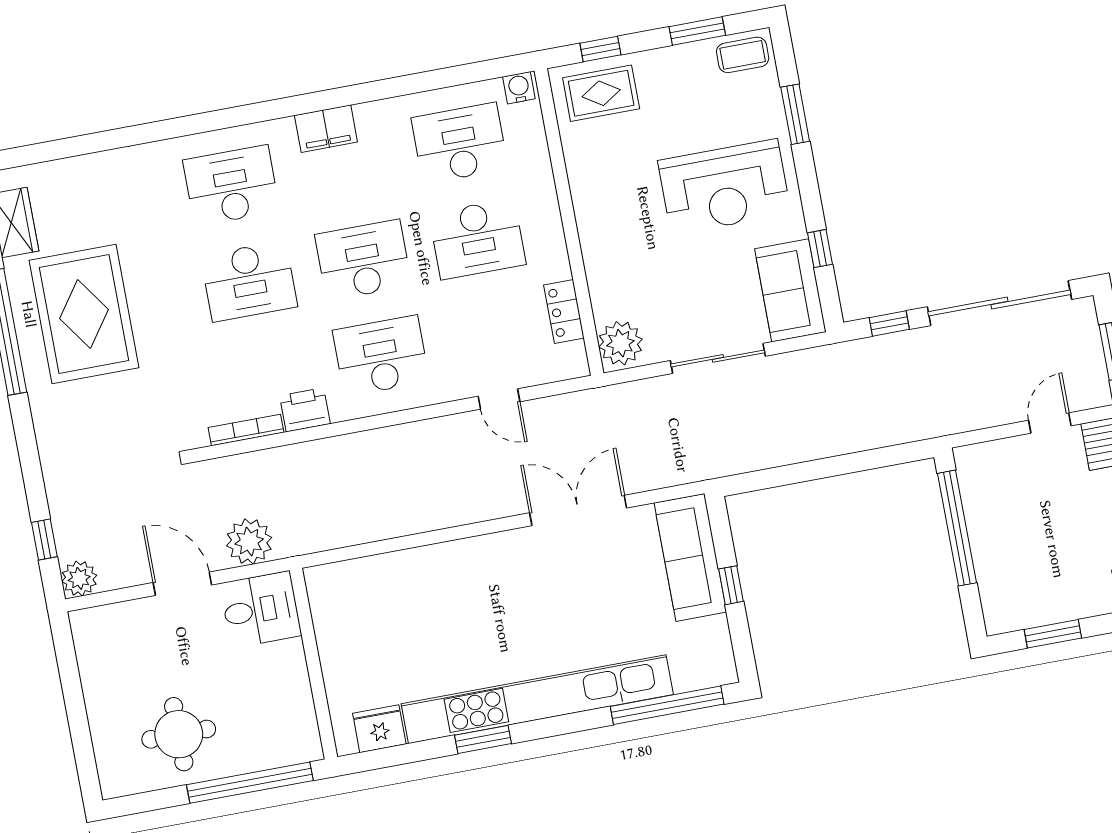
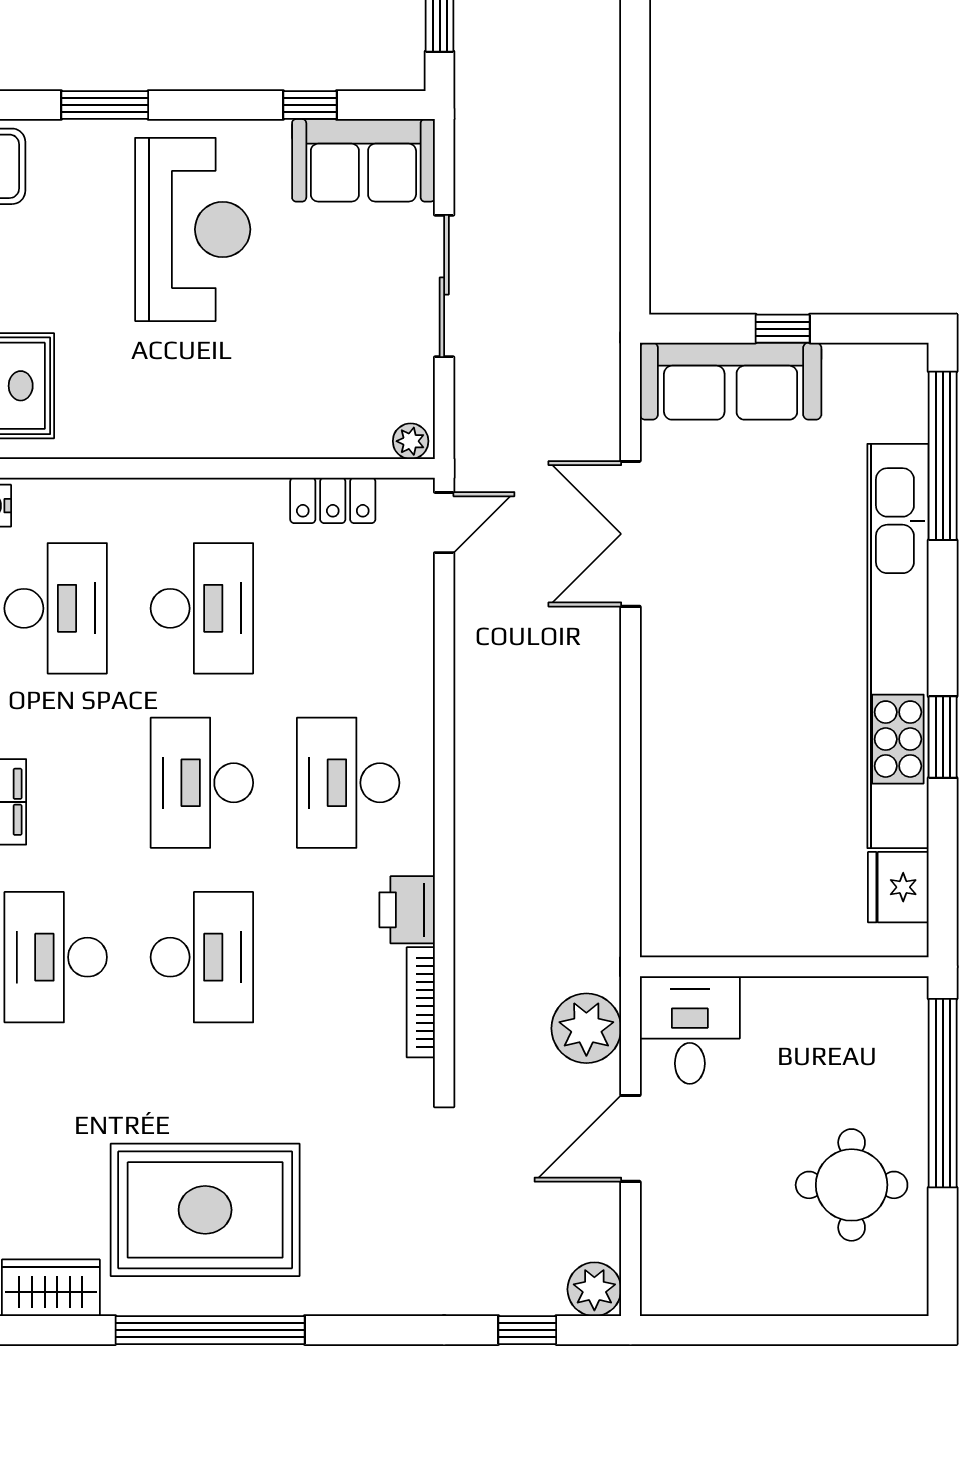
desk: (460, 143) -> (56, 608), turned 180
plant: (620, 343) -> (411, 441), width x0.53, depth x0.53
door: (499, 399) -> (444, 523), moved

